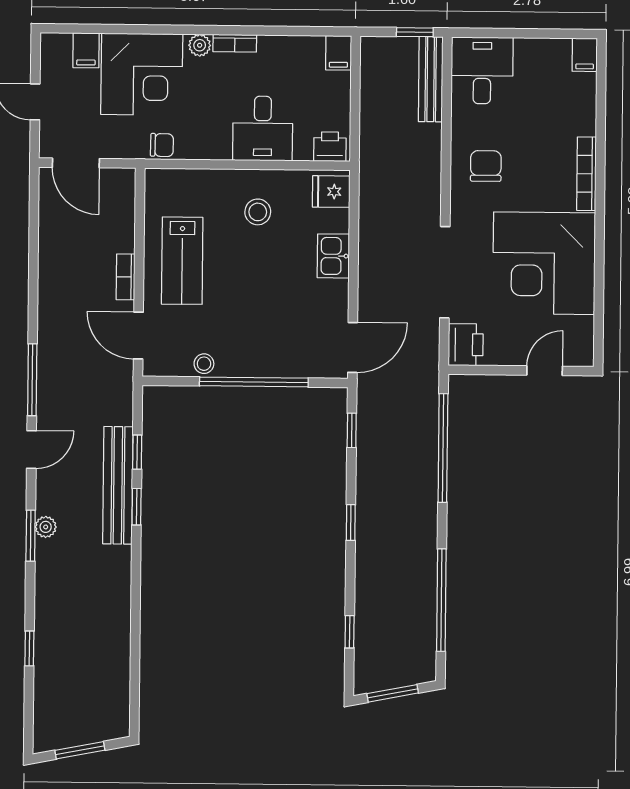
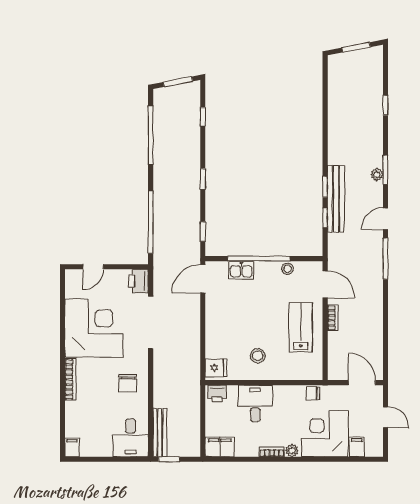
filing cabinet: (339, 53) -> (220, 447), width x2.00
kitchen sink: (333, 256) -> (241, 270), moved, turned 90

